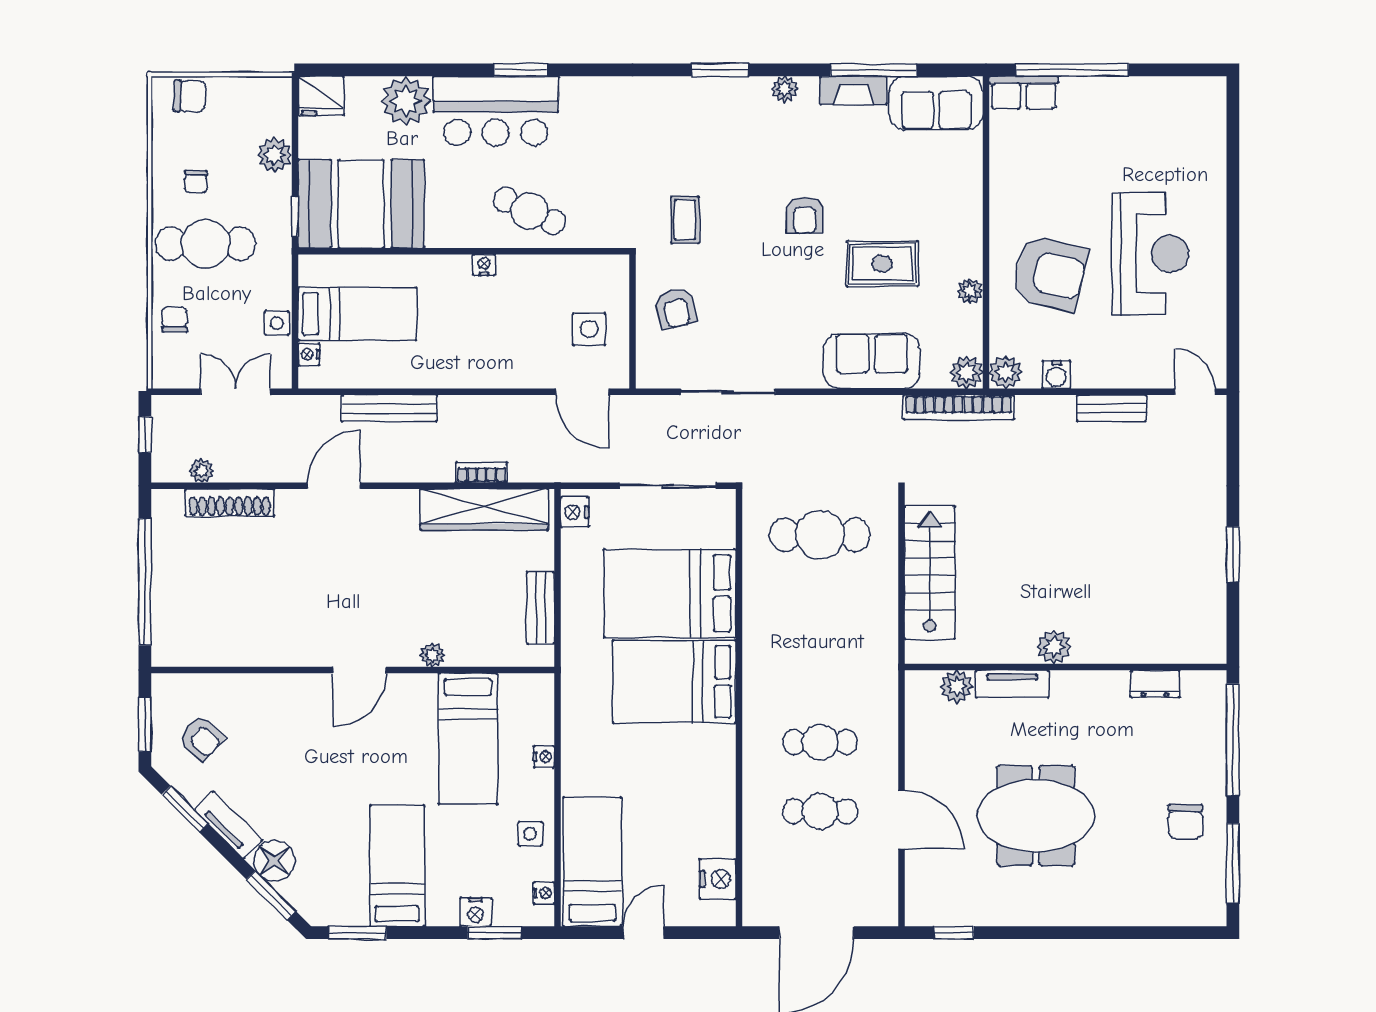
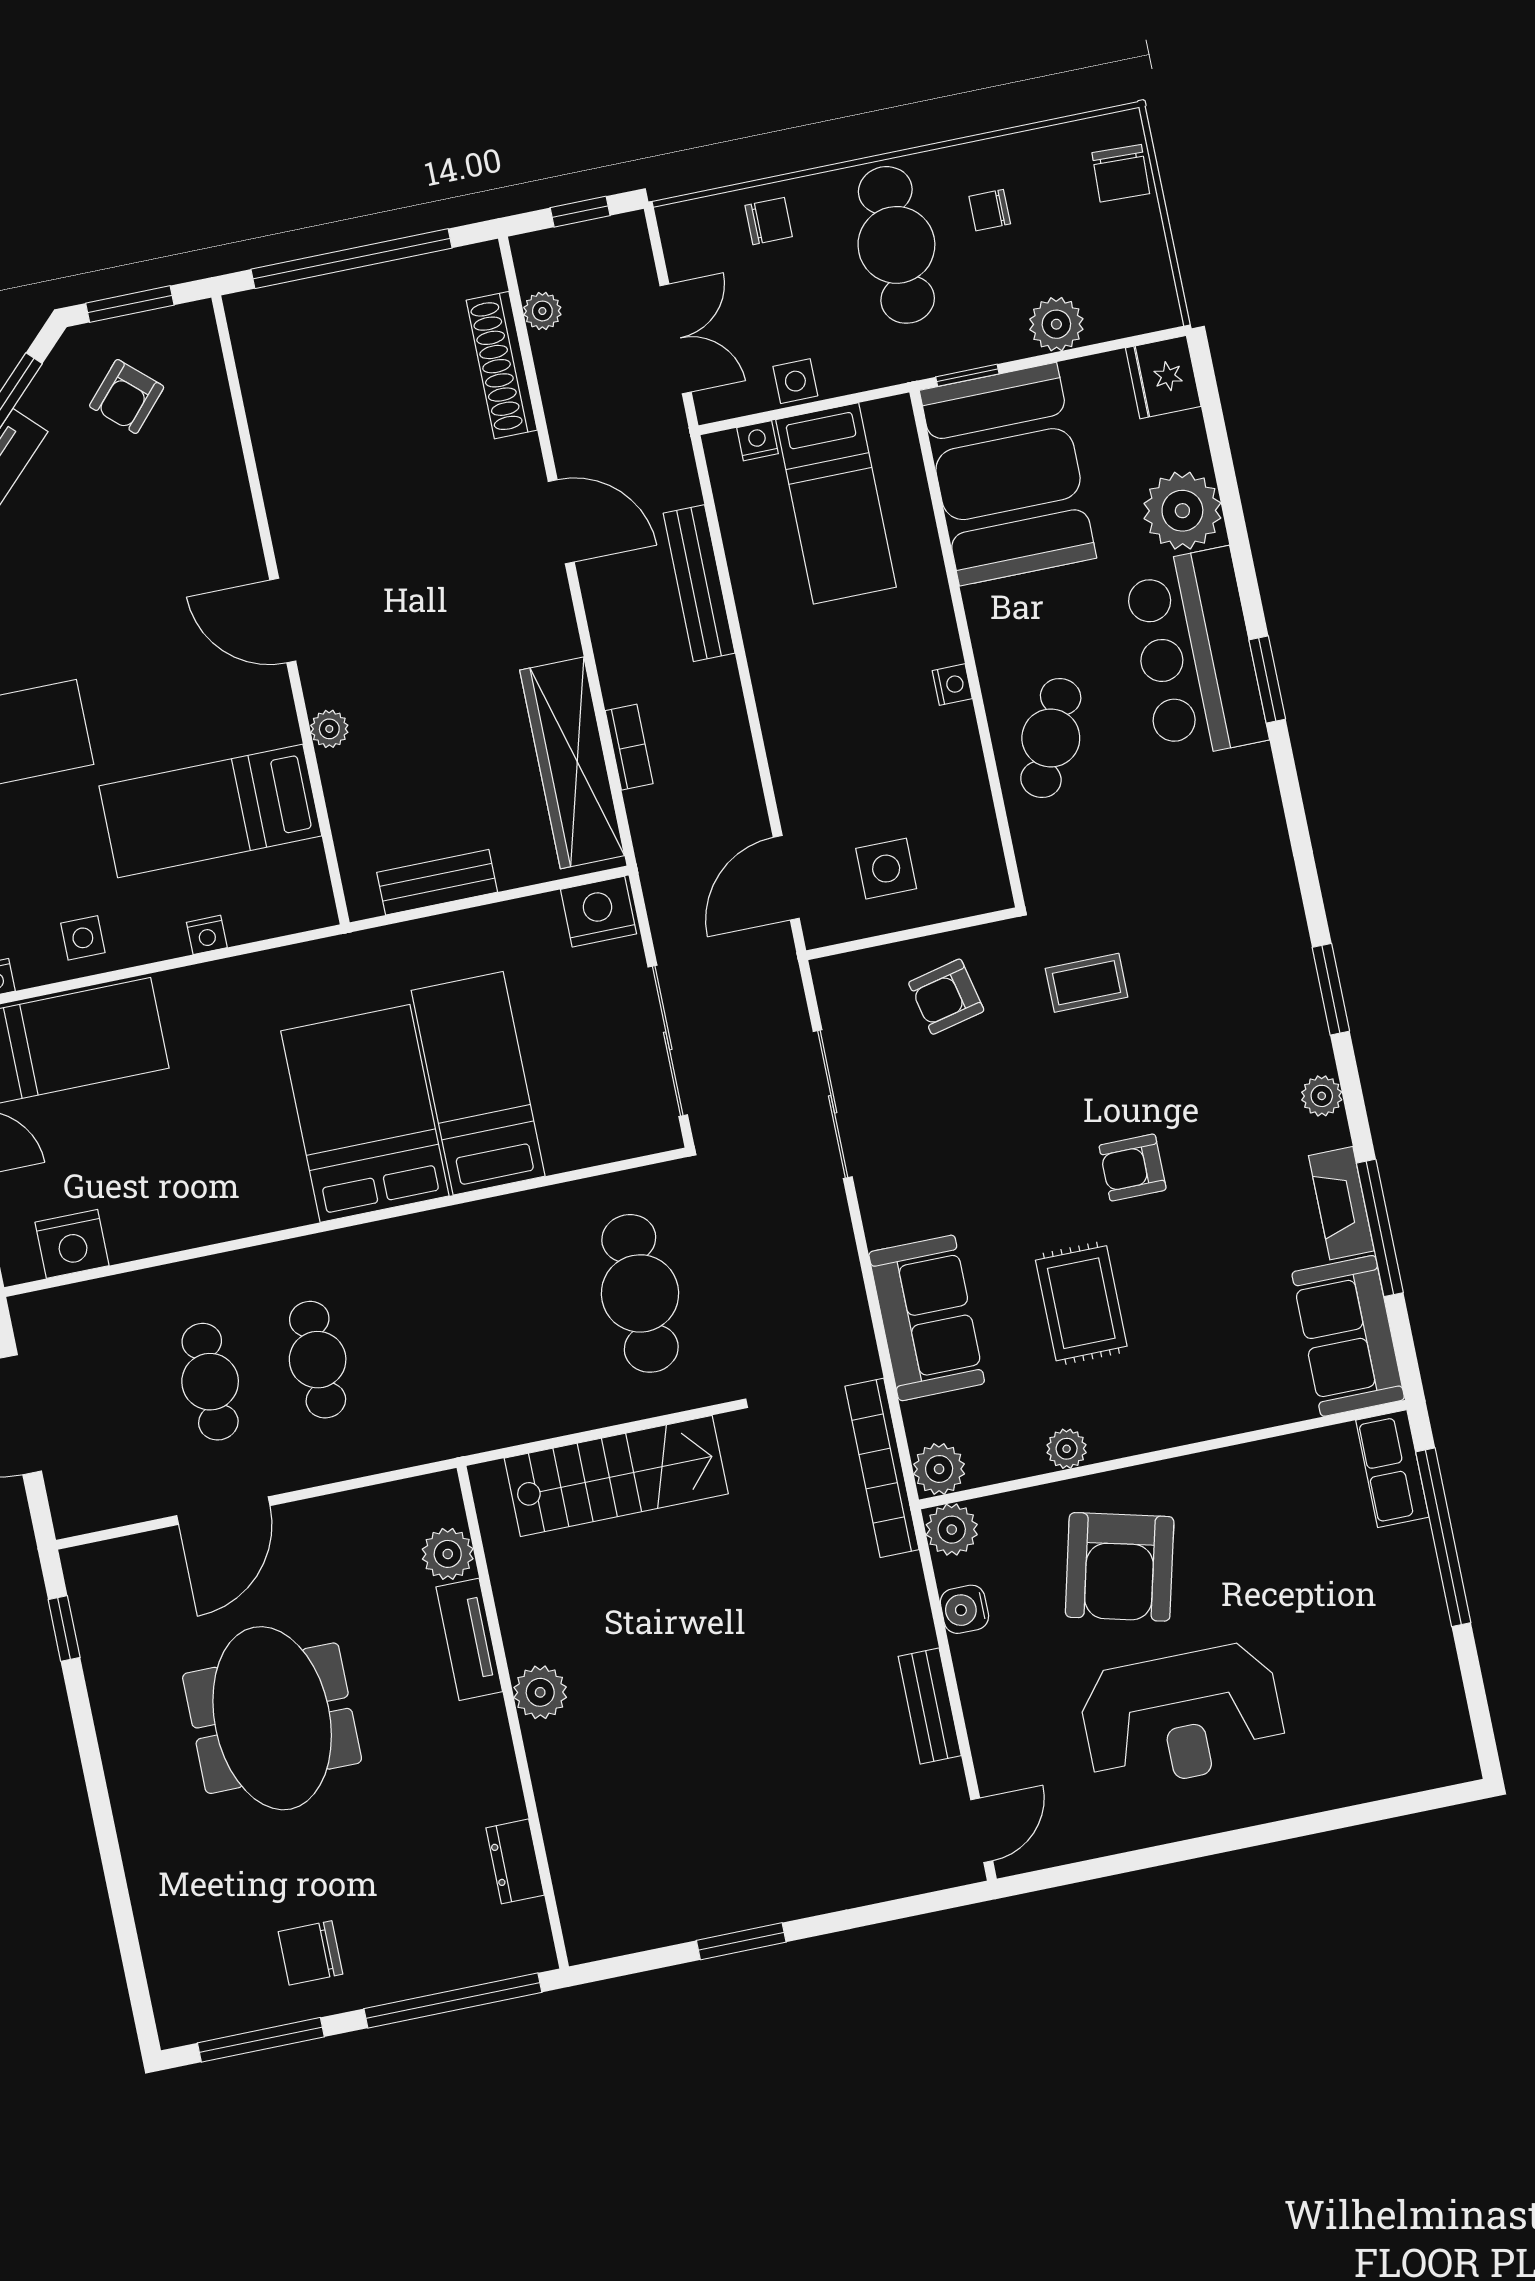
nightstand: (575, 512) -> (598, 912), width x1.36, depth x1.33
bed: (670, 593) -> (478, 1083), width x0.67

